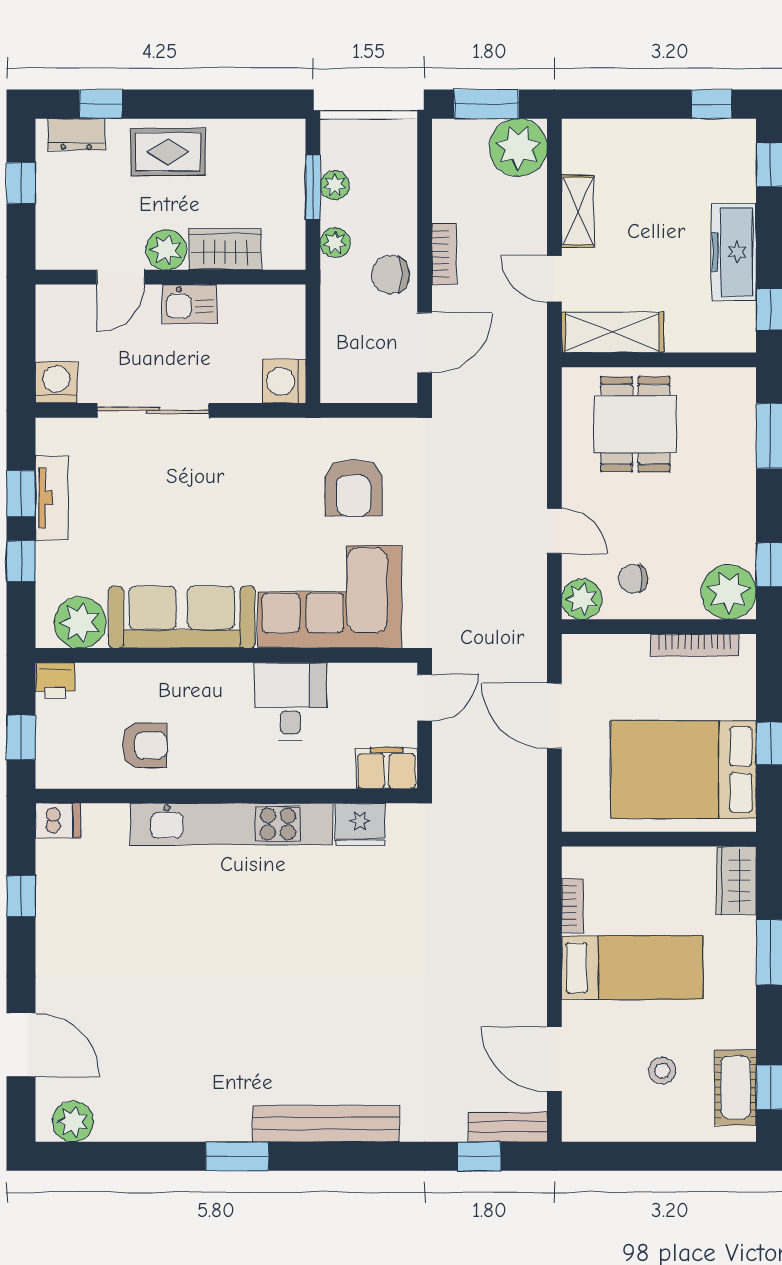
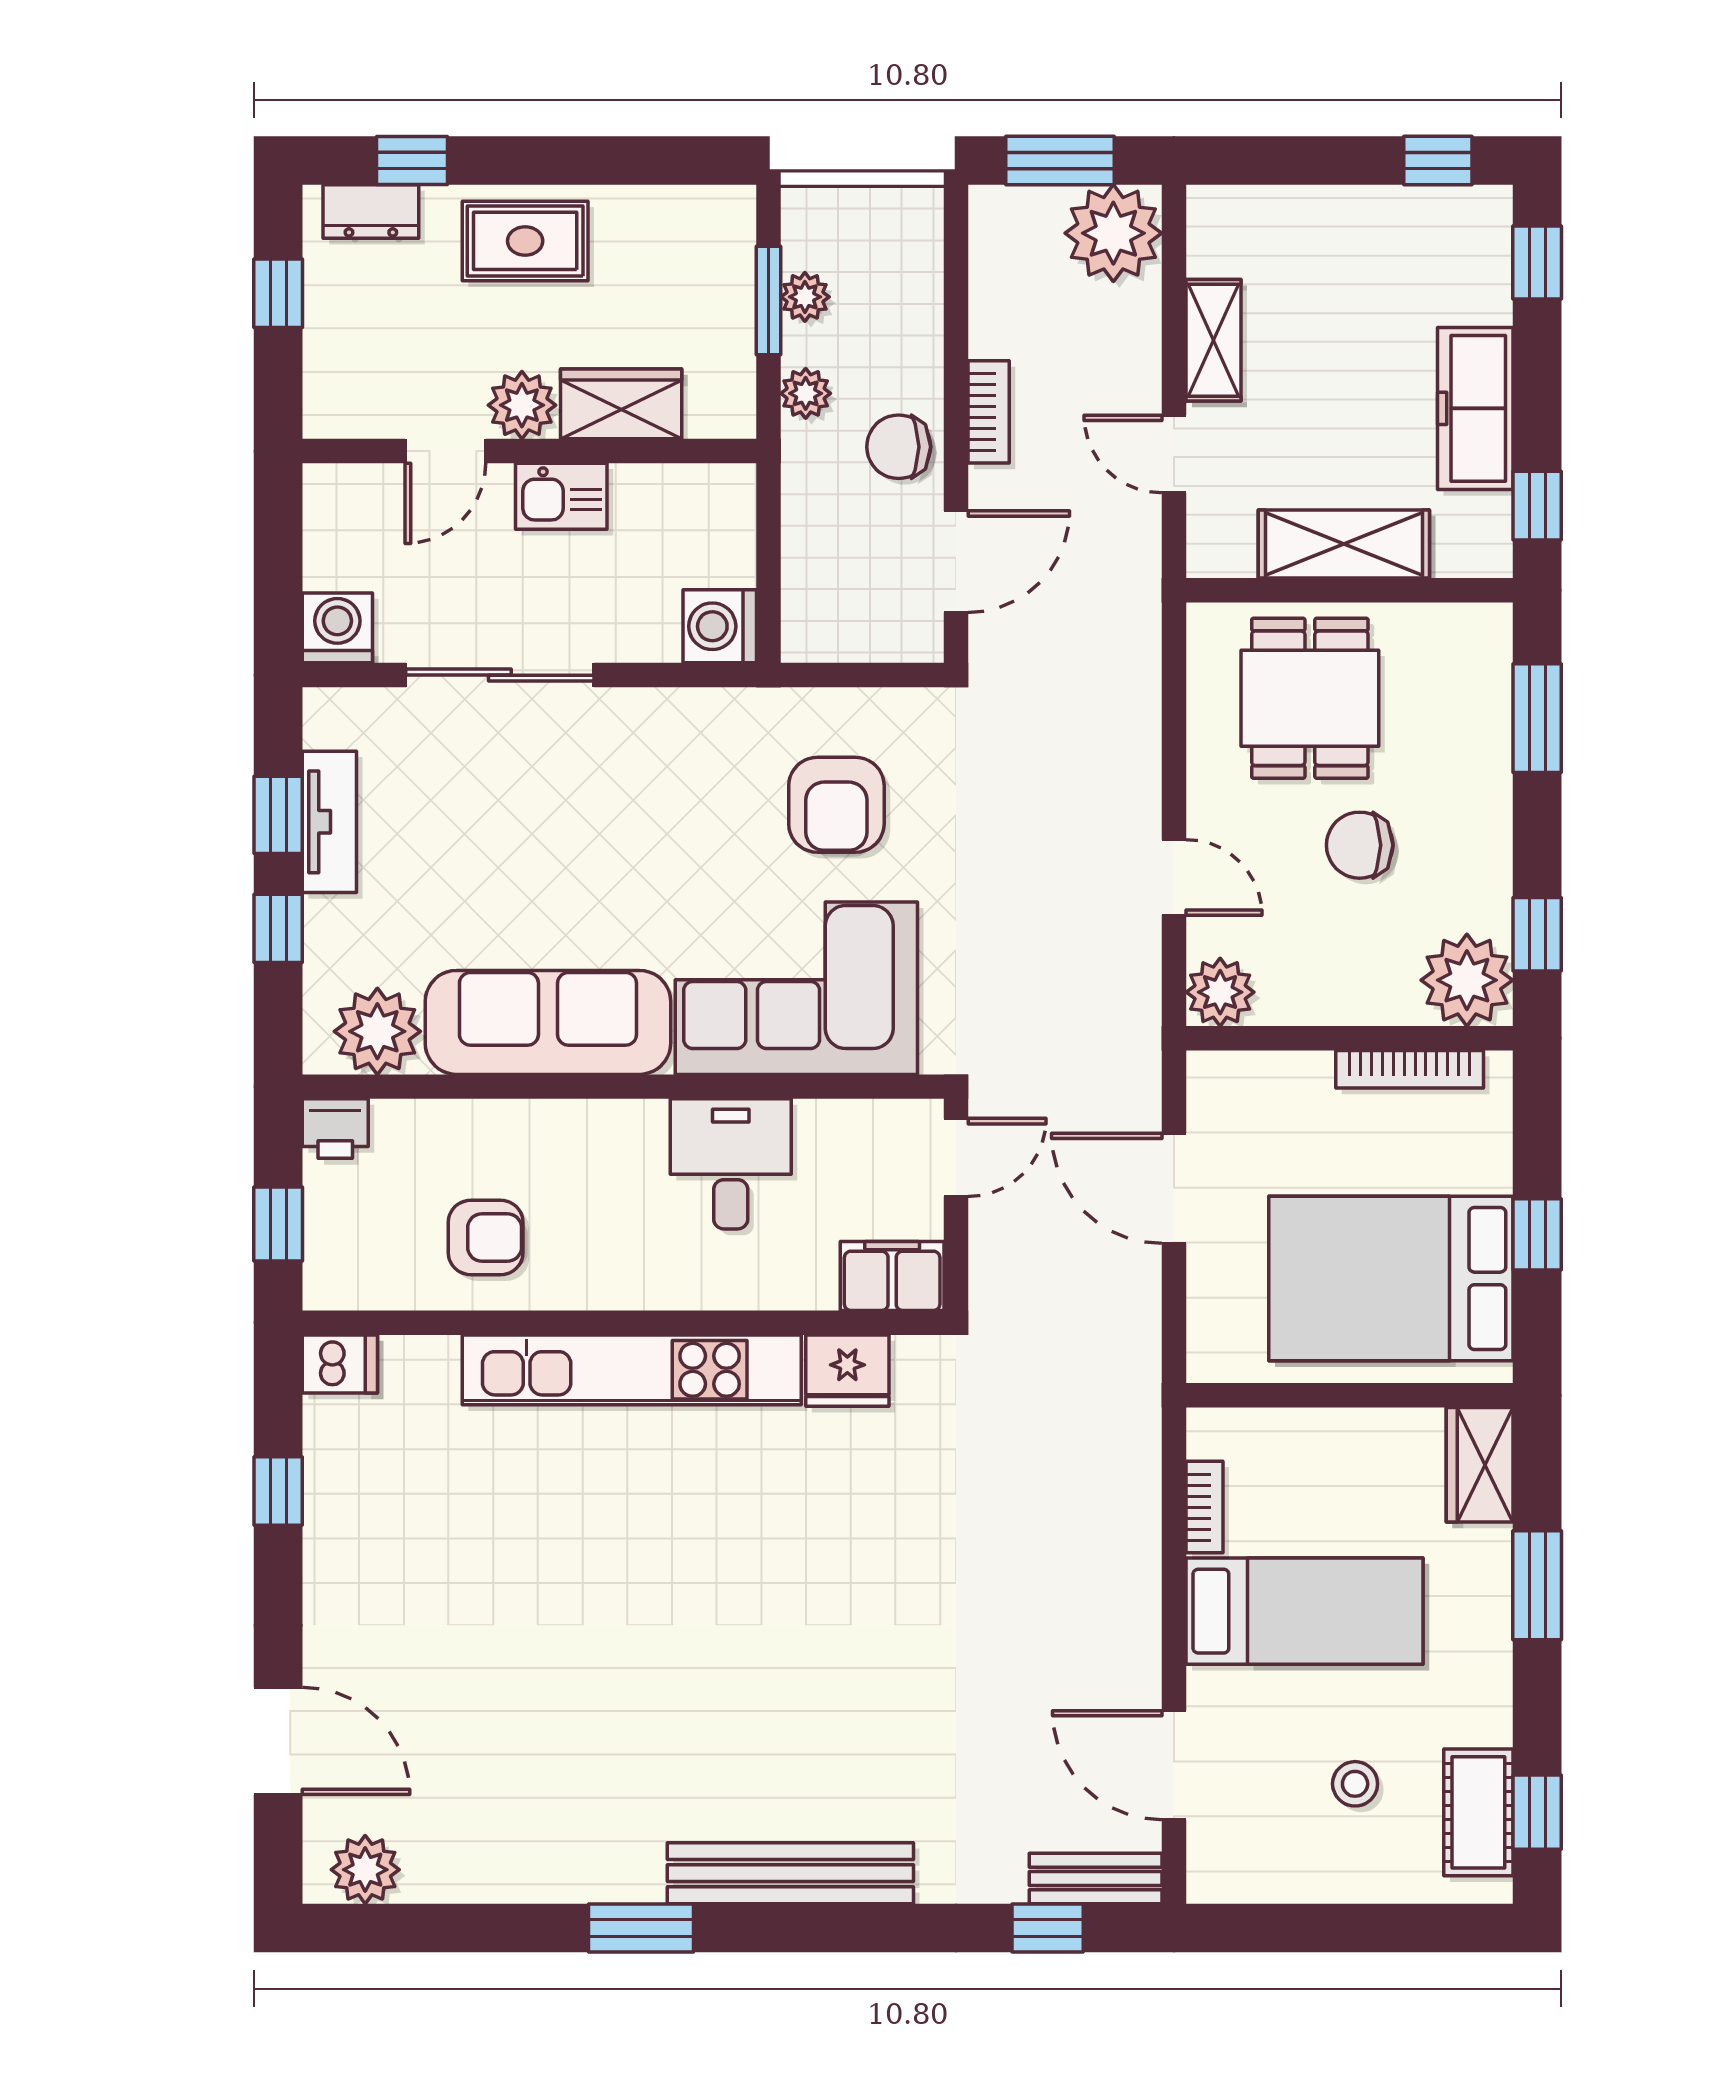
shelving: (612, 332) -> (1344, 544), moved
chair: (633, 579) -> (1360, 845), moved, width x1.37, depth x1.37

